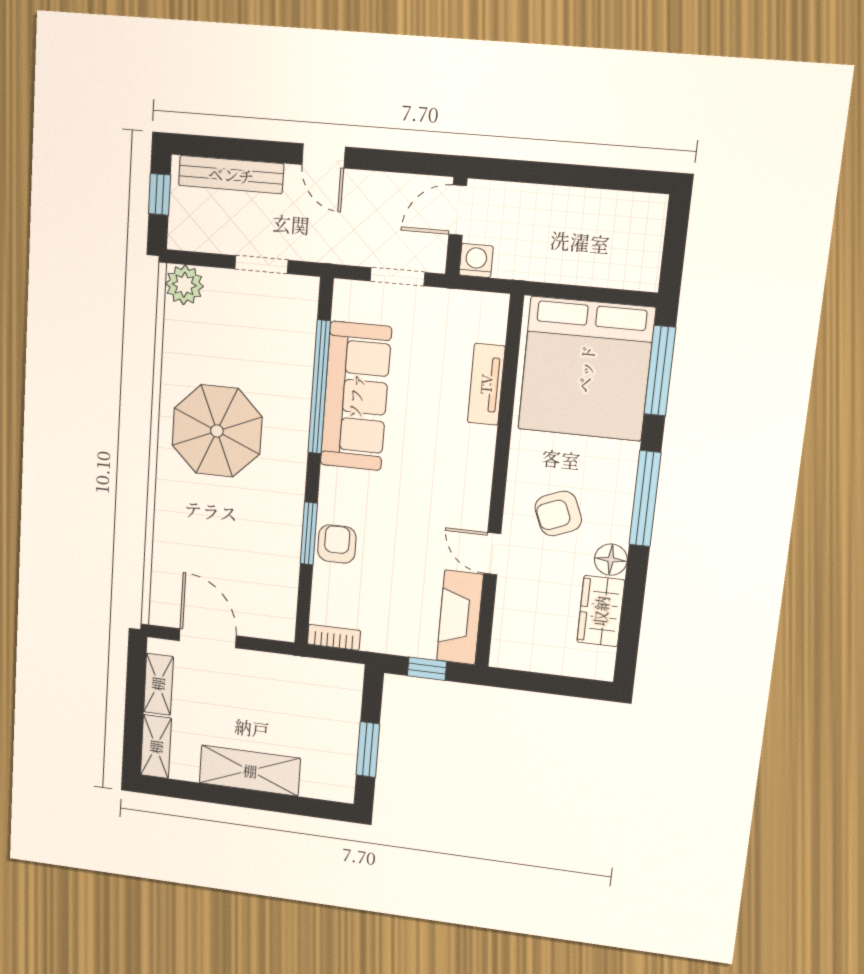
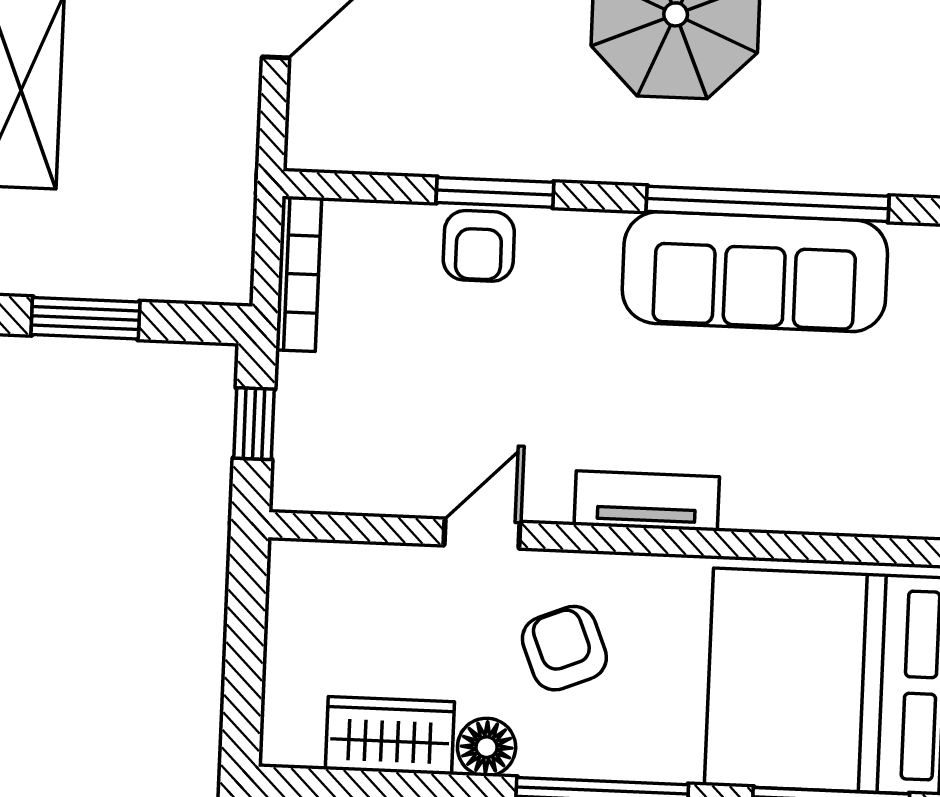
tv unit: (486, 384) -> (647, 501), moved
armchair: (337, 544) -> (479, 246), turned 90
fireplace: (460, 617) -> (357, 480), removed
bookcase: (334, 637) -> (299, 274), width x1.56

